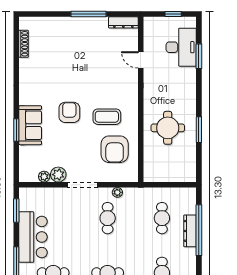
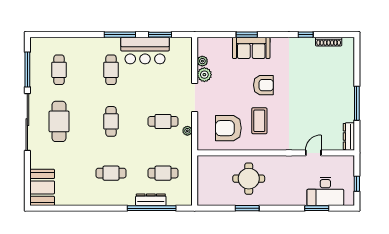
window: (16, 68) -> (306, 35), added
window: (16, 210) -> (160, 35), moved

